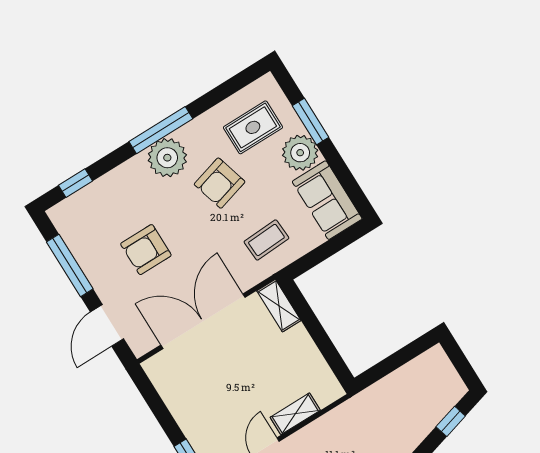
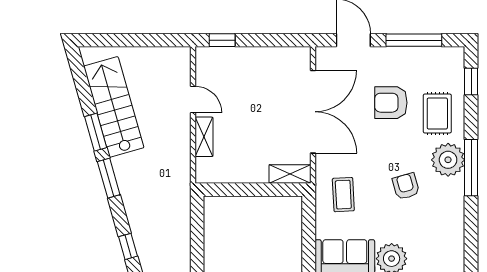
rug: (253, 127) -> (437, 114), moved
armchair: (220, 183) -> (406, 186), width x0.72, depth x0.72
armchair: (146, 250) -> (391, 103), turned -90

